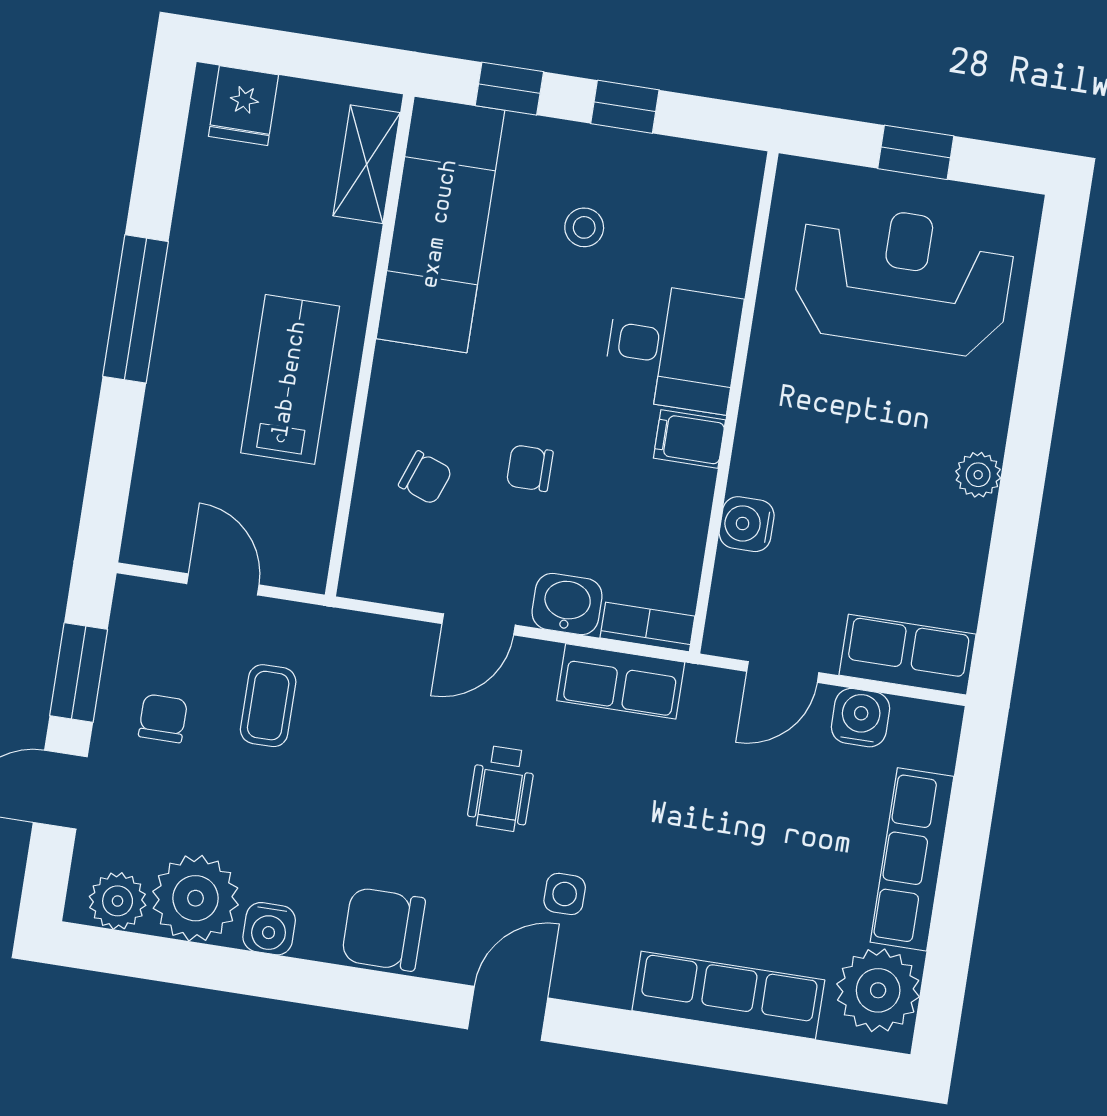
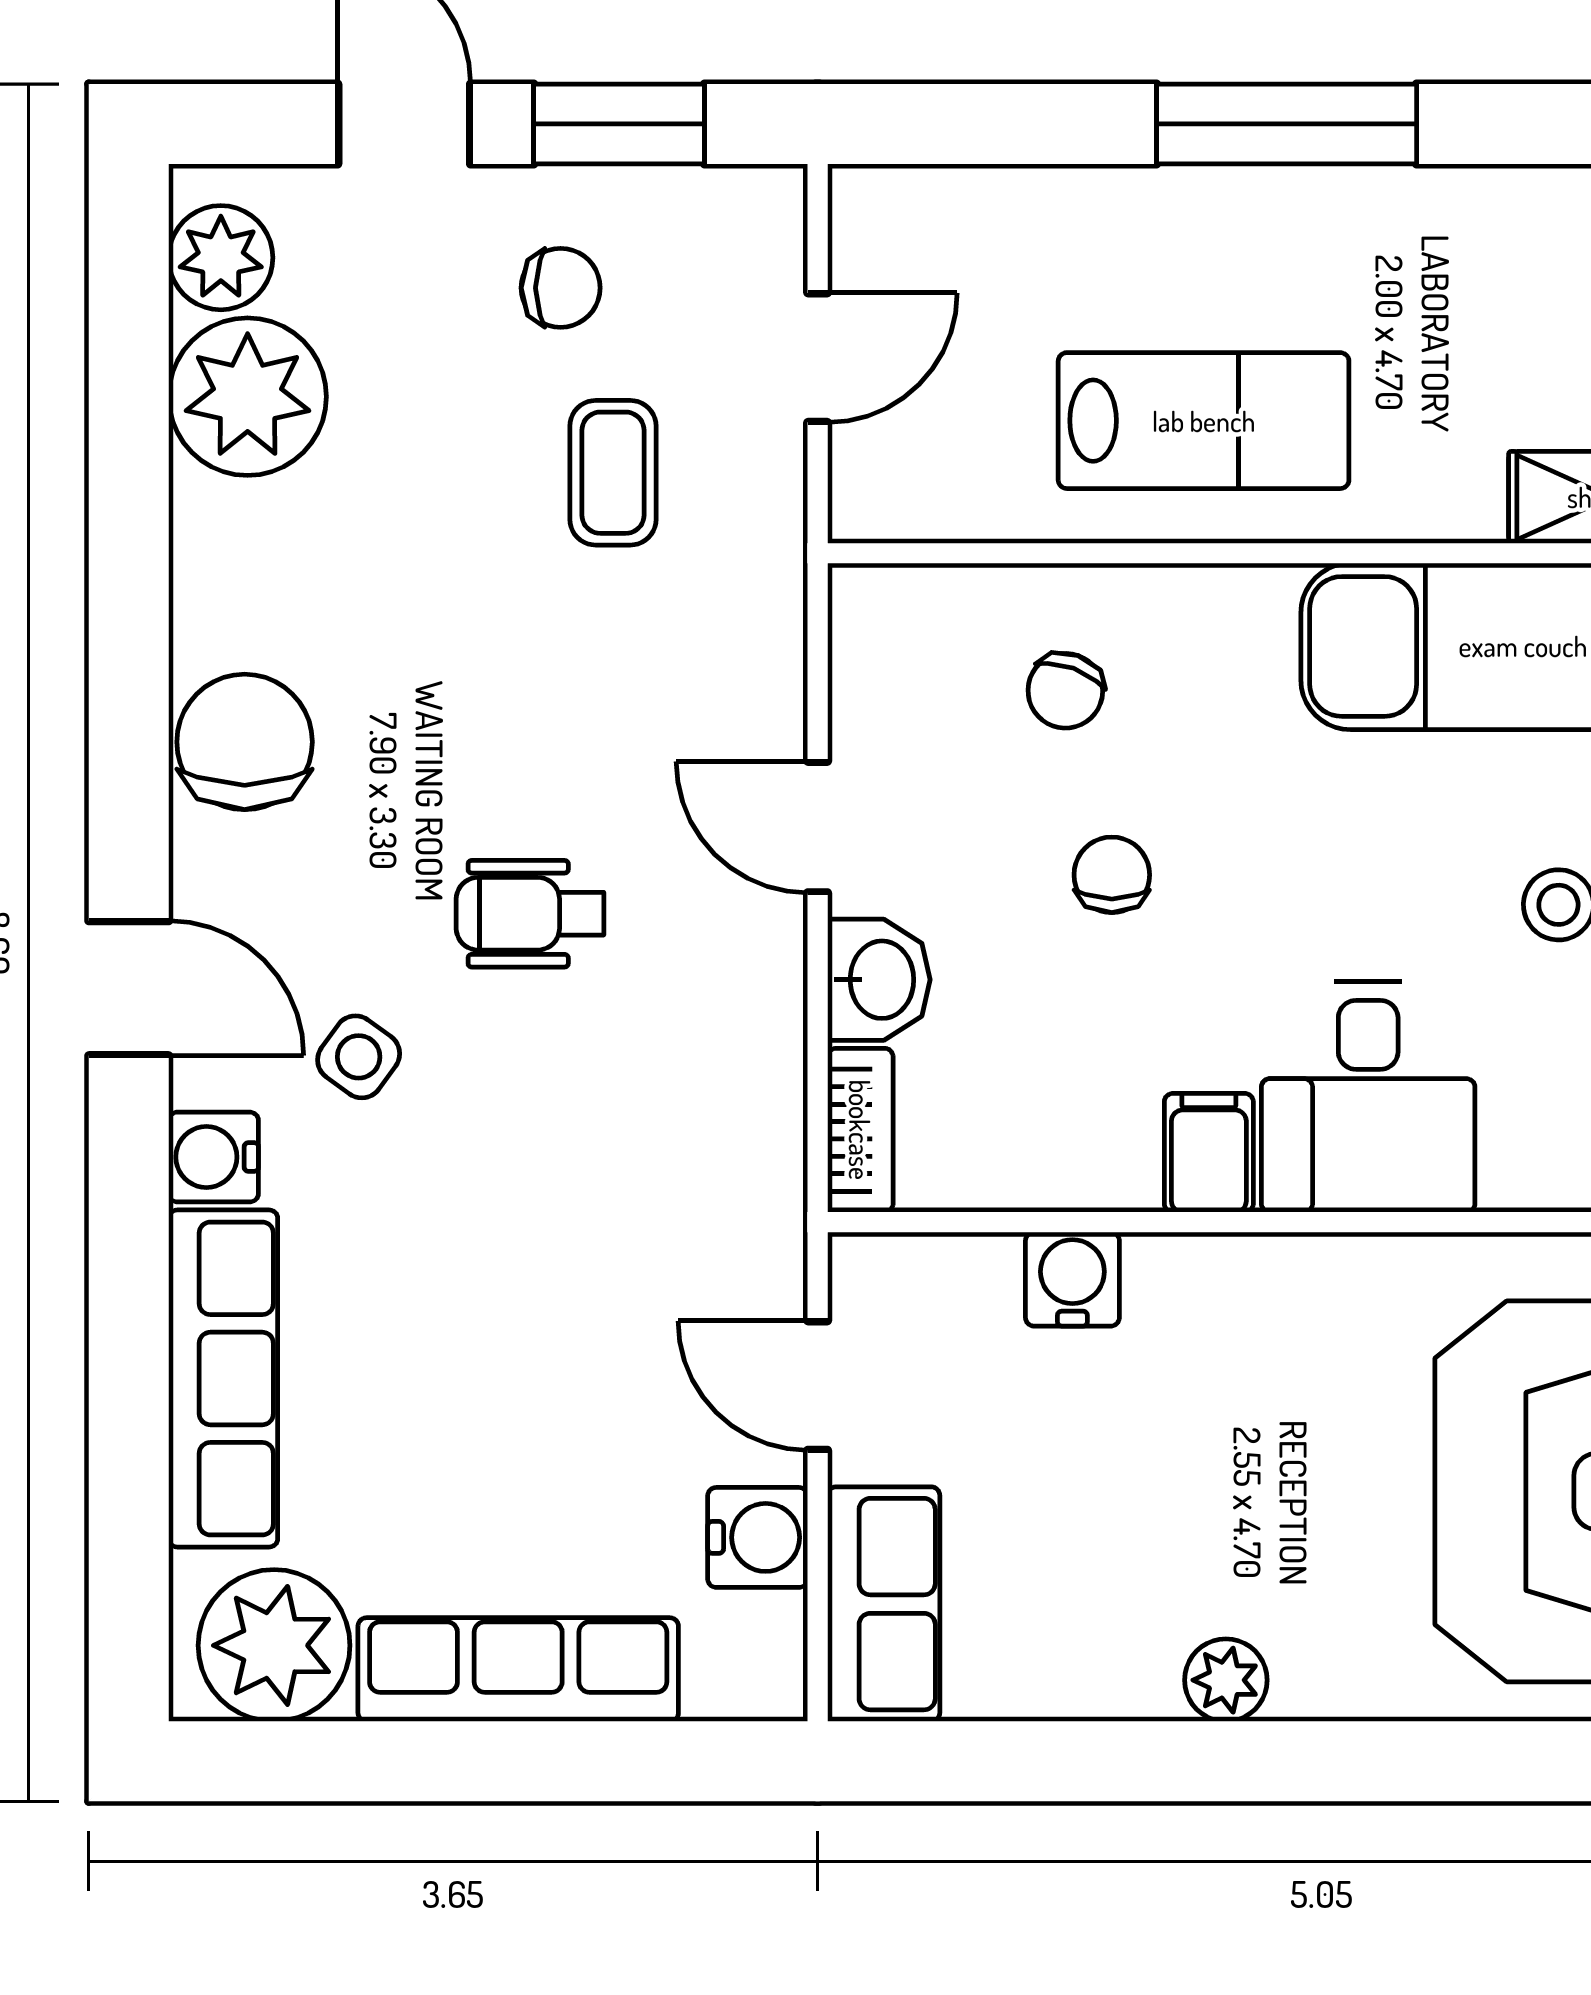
row of seats: (621, 681) -> (755, 1098), removed
coffee table: (268, 706) -> (613, 473), turned 90
side table: (565, 894) -> (359, 1057), turned 36
water cooler: (269, 929) -> (214, 1157), moved

